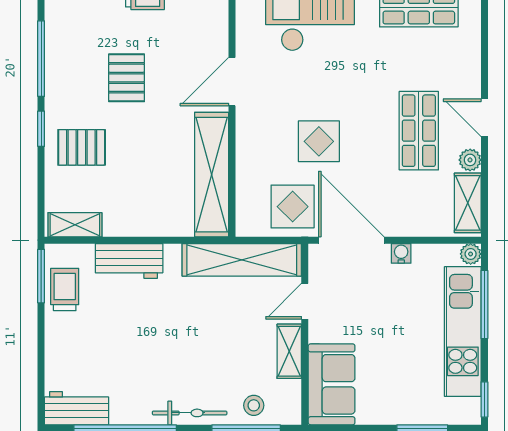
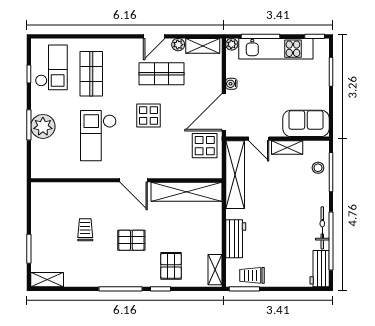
display table: (319, 141) -> (148, 116), moved
bicycle: (190, 413) -> (322, 228), moved

